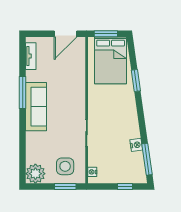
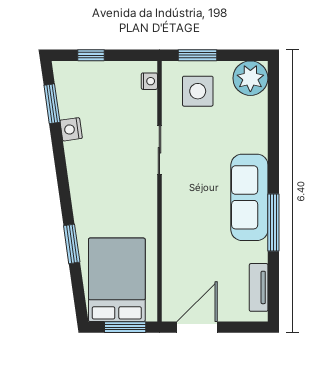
window: (147, 159) -> (52, 104), width x0.69

